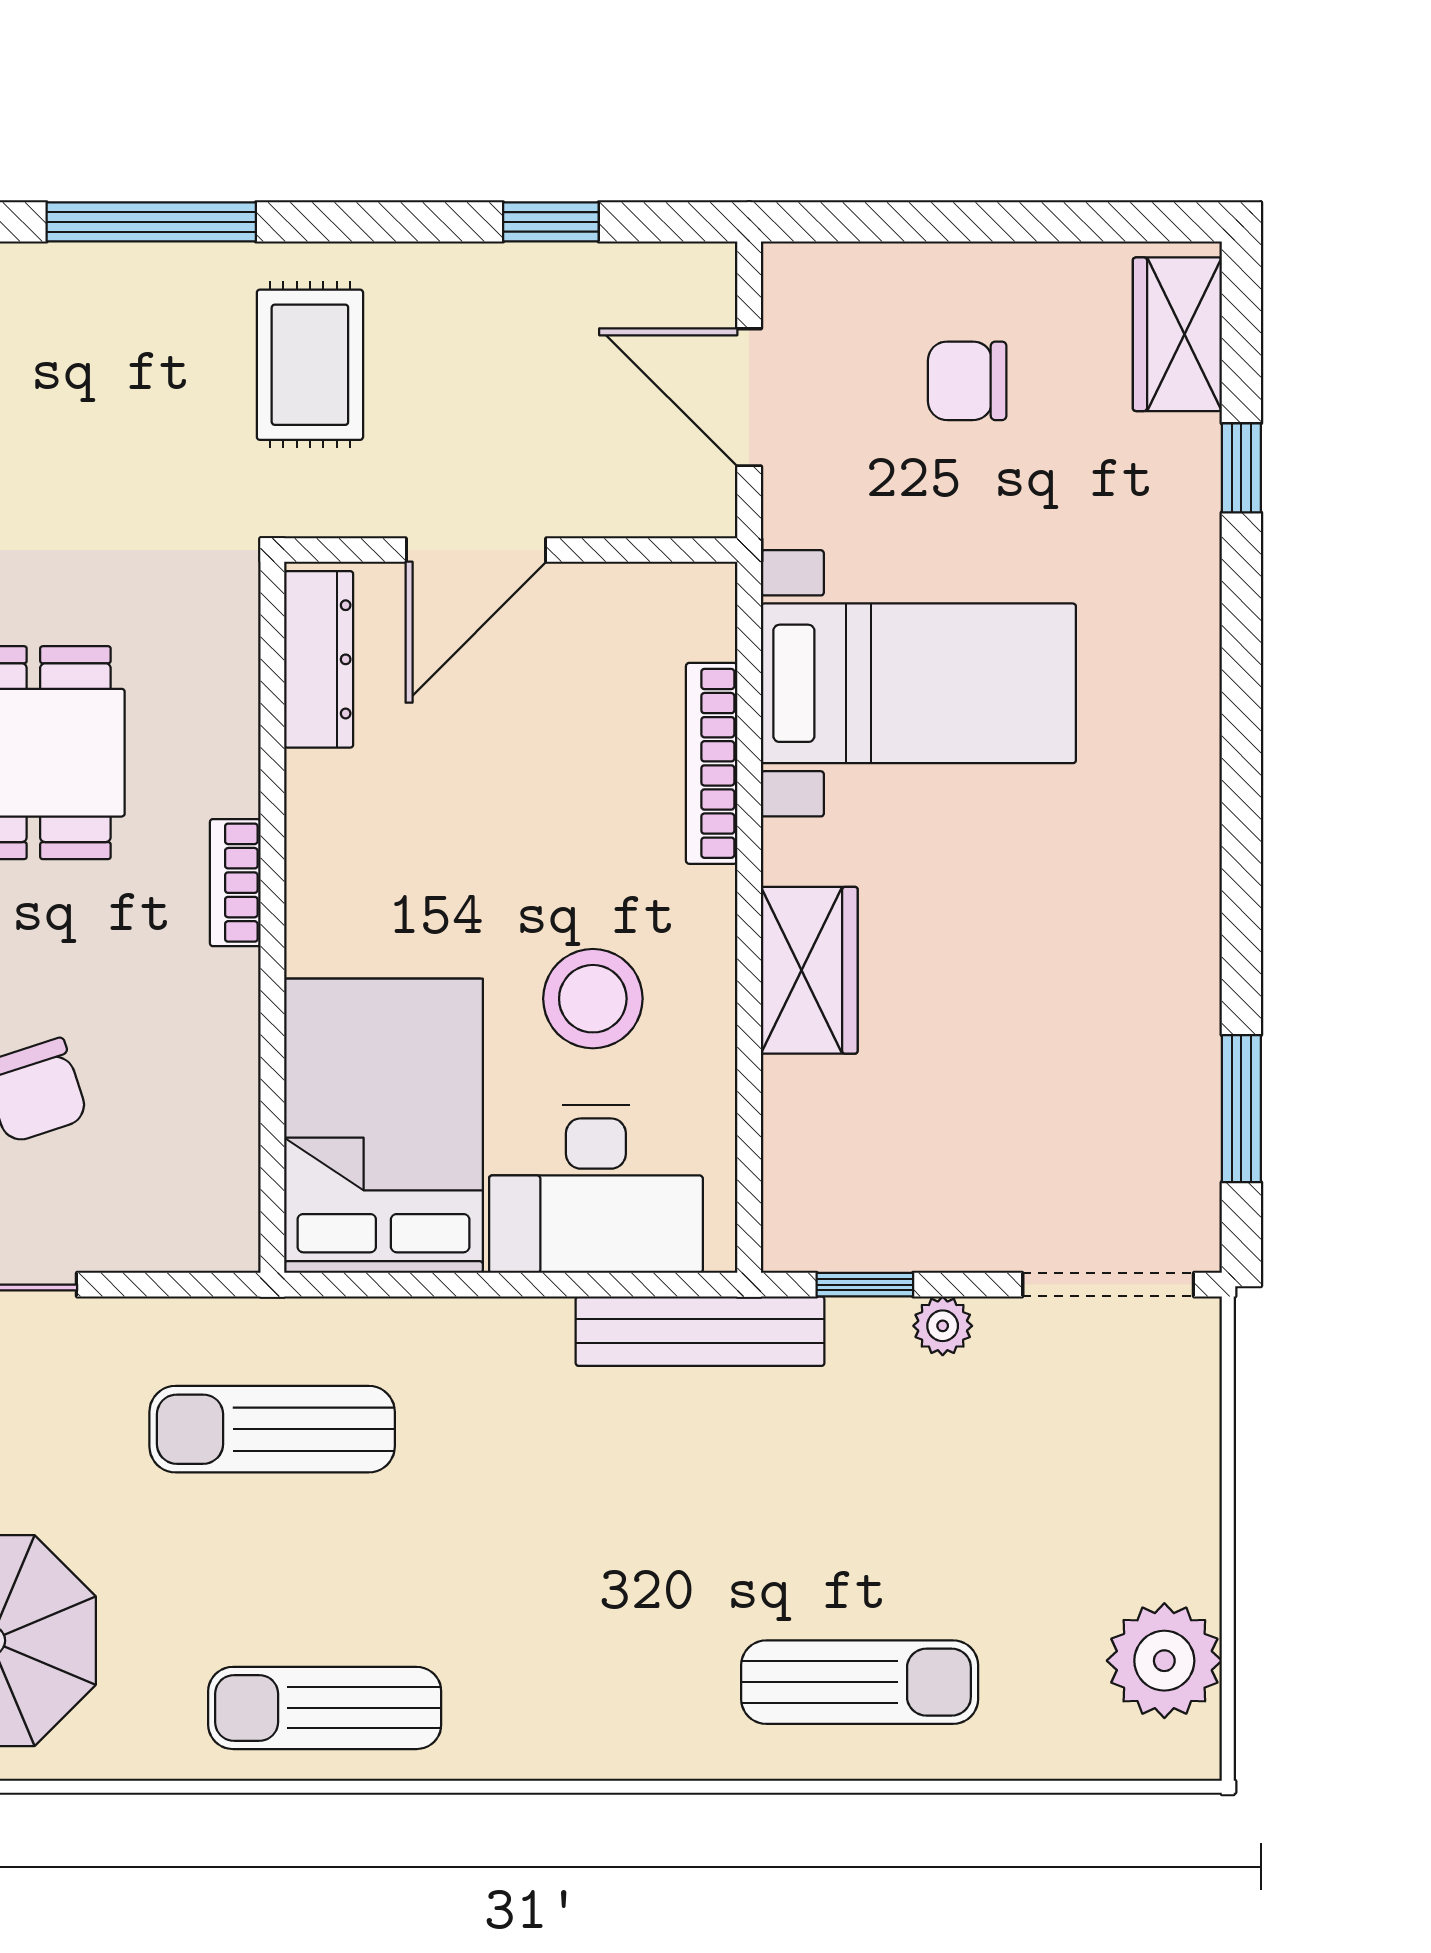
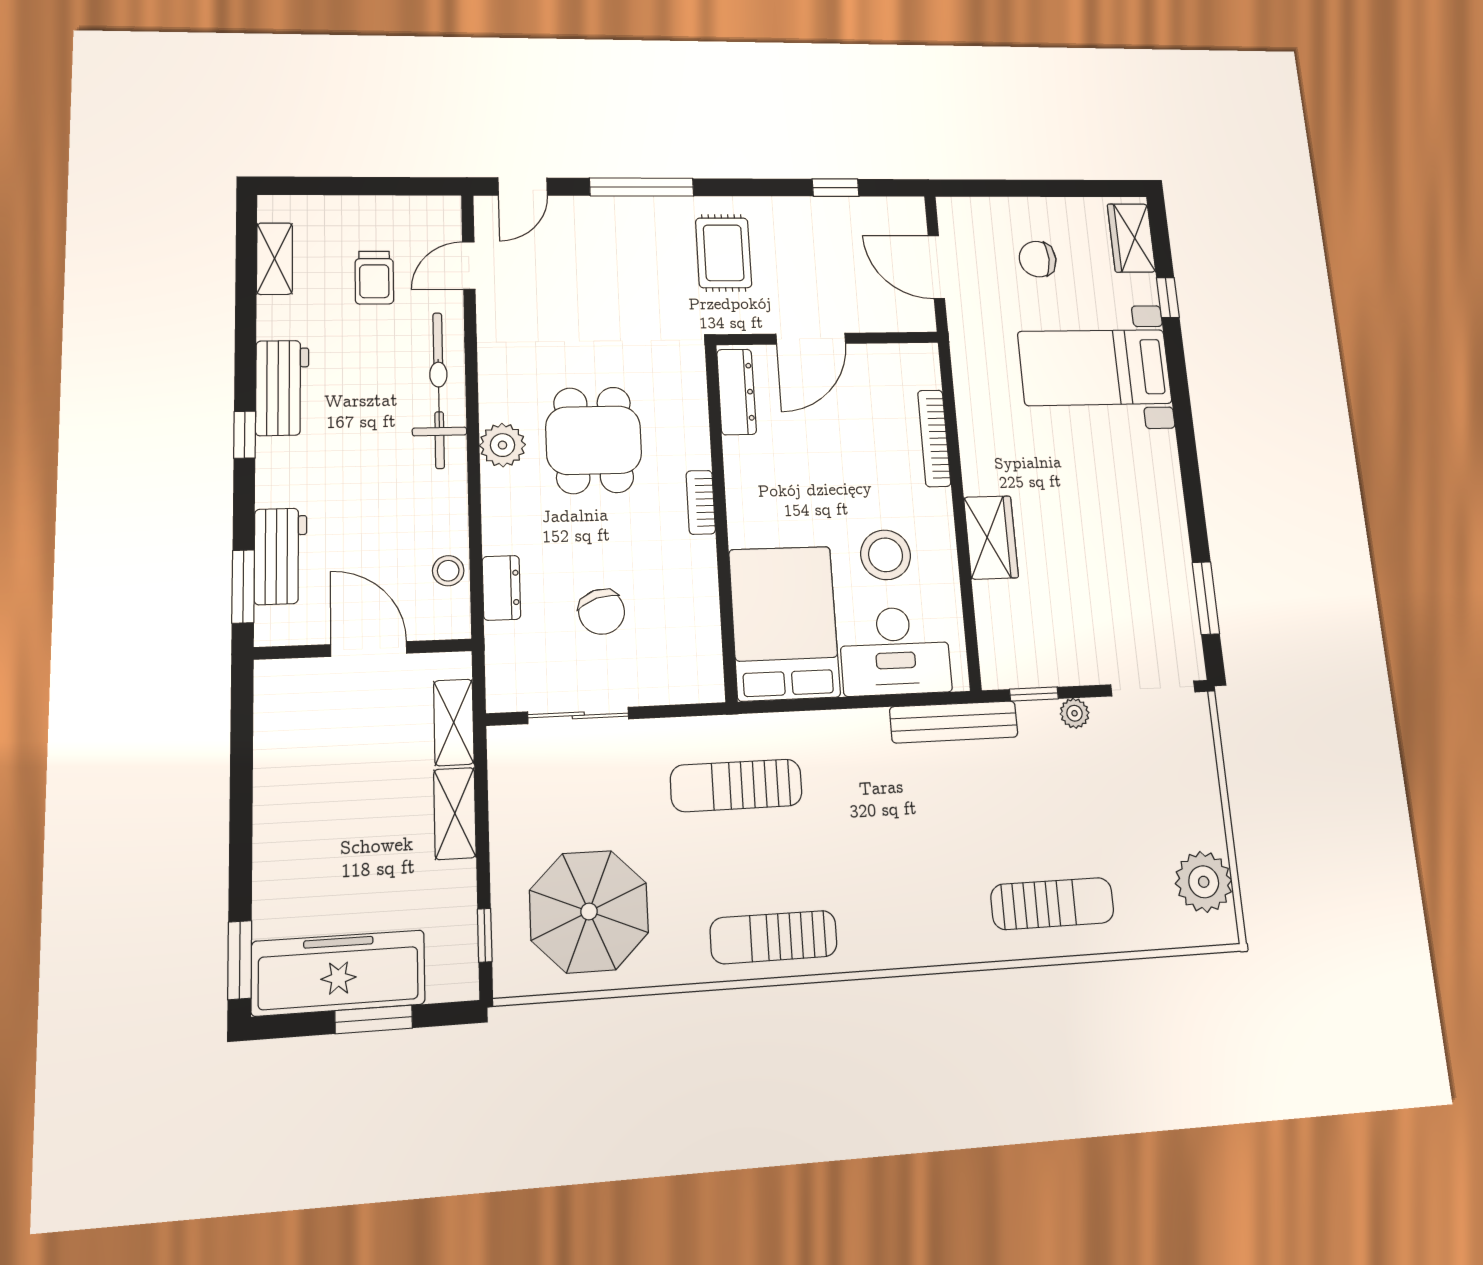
bed with nightstands: (918, 683) -> (1095, 367), moved, turned 180

